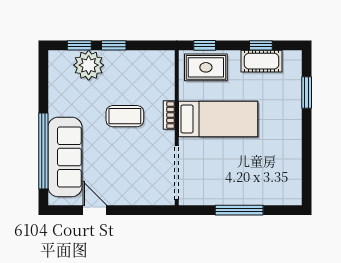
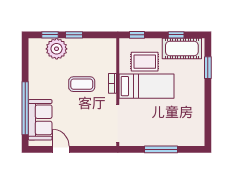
cot: (262, 61) -> (182, 49), width x1.37, depth x1.34
rug: (206, 67) -> (145, 62), moved
sofa: (65, 157) -> (40, 120), width x0.73

